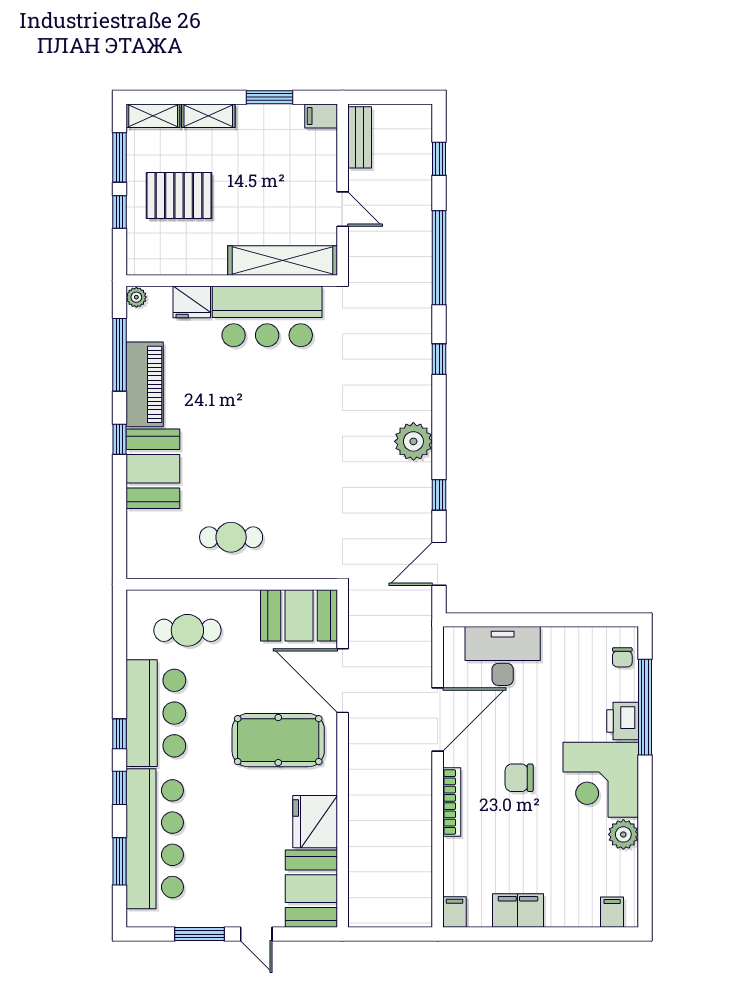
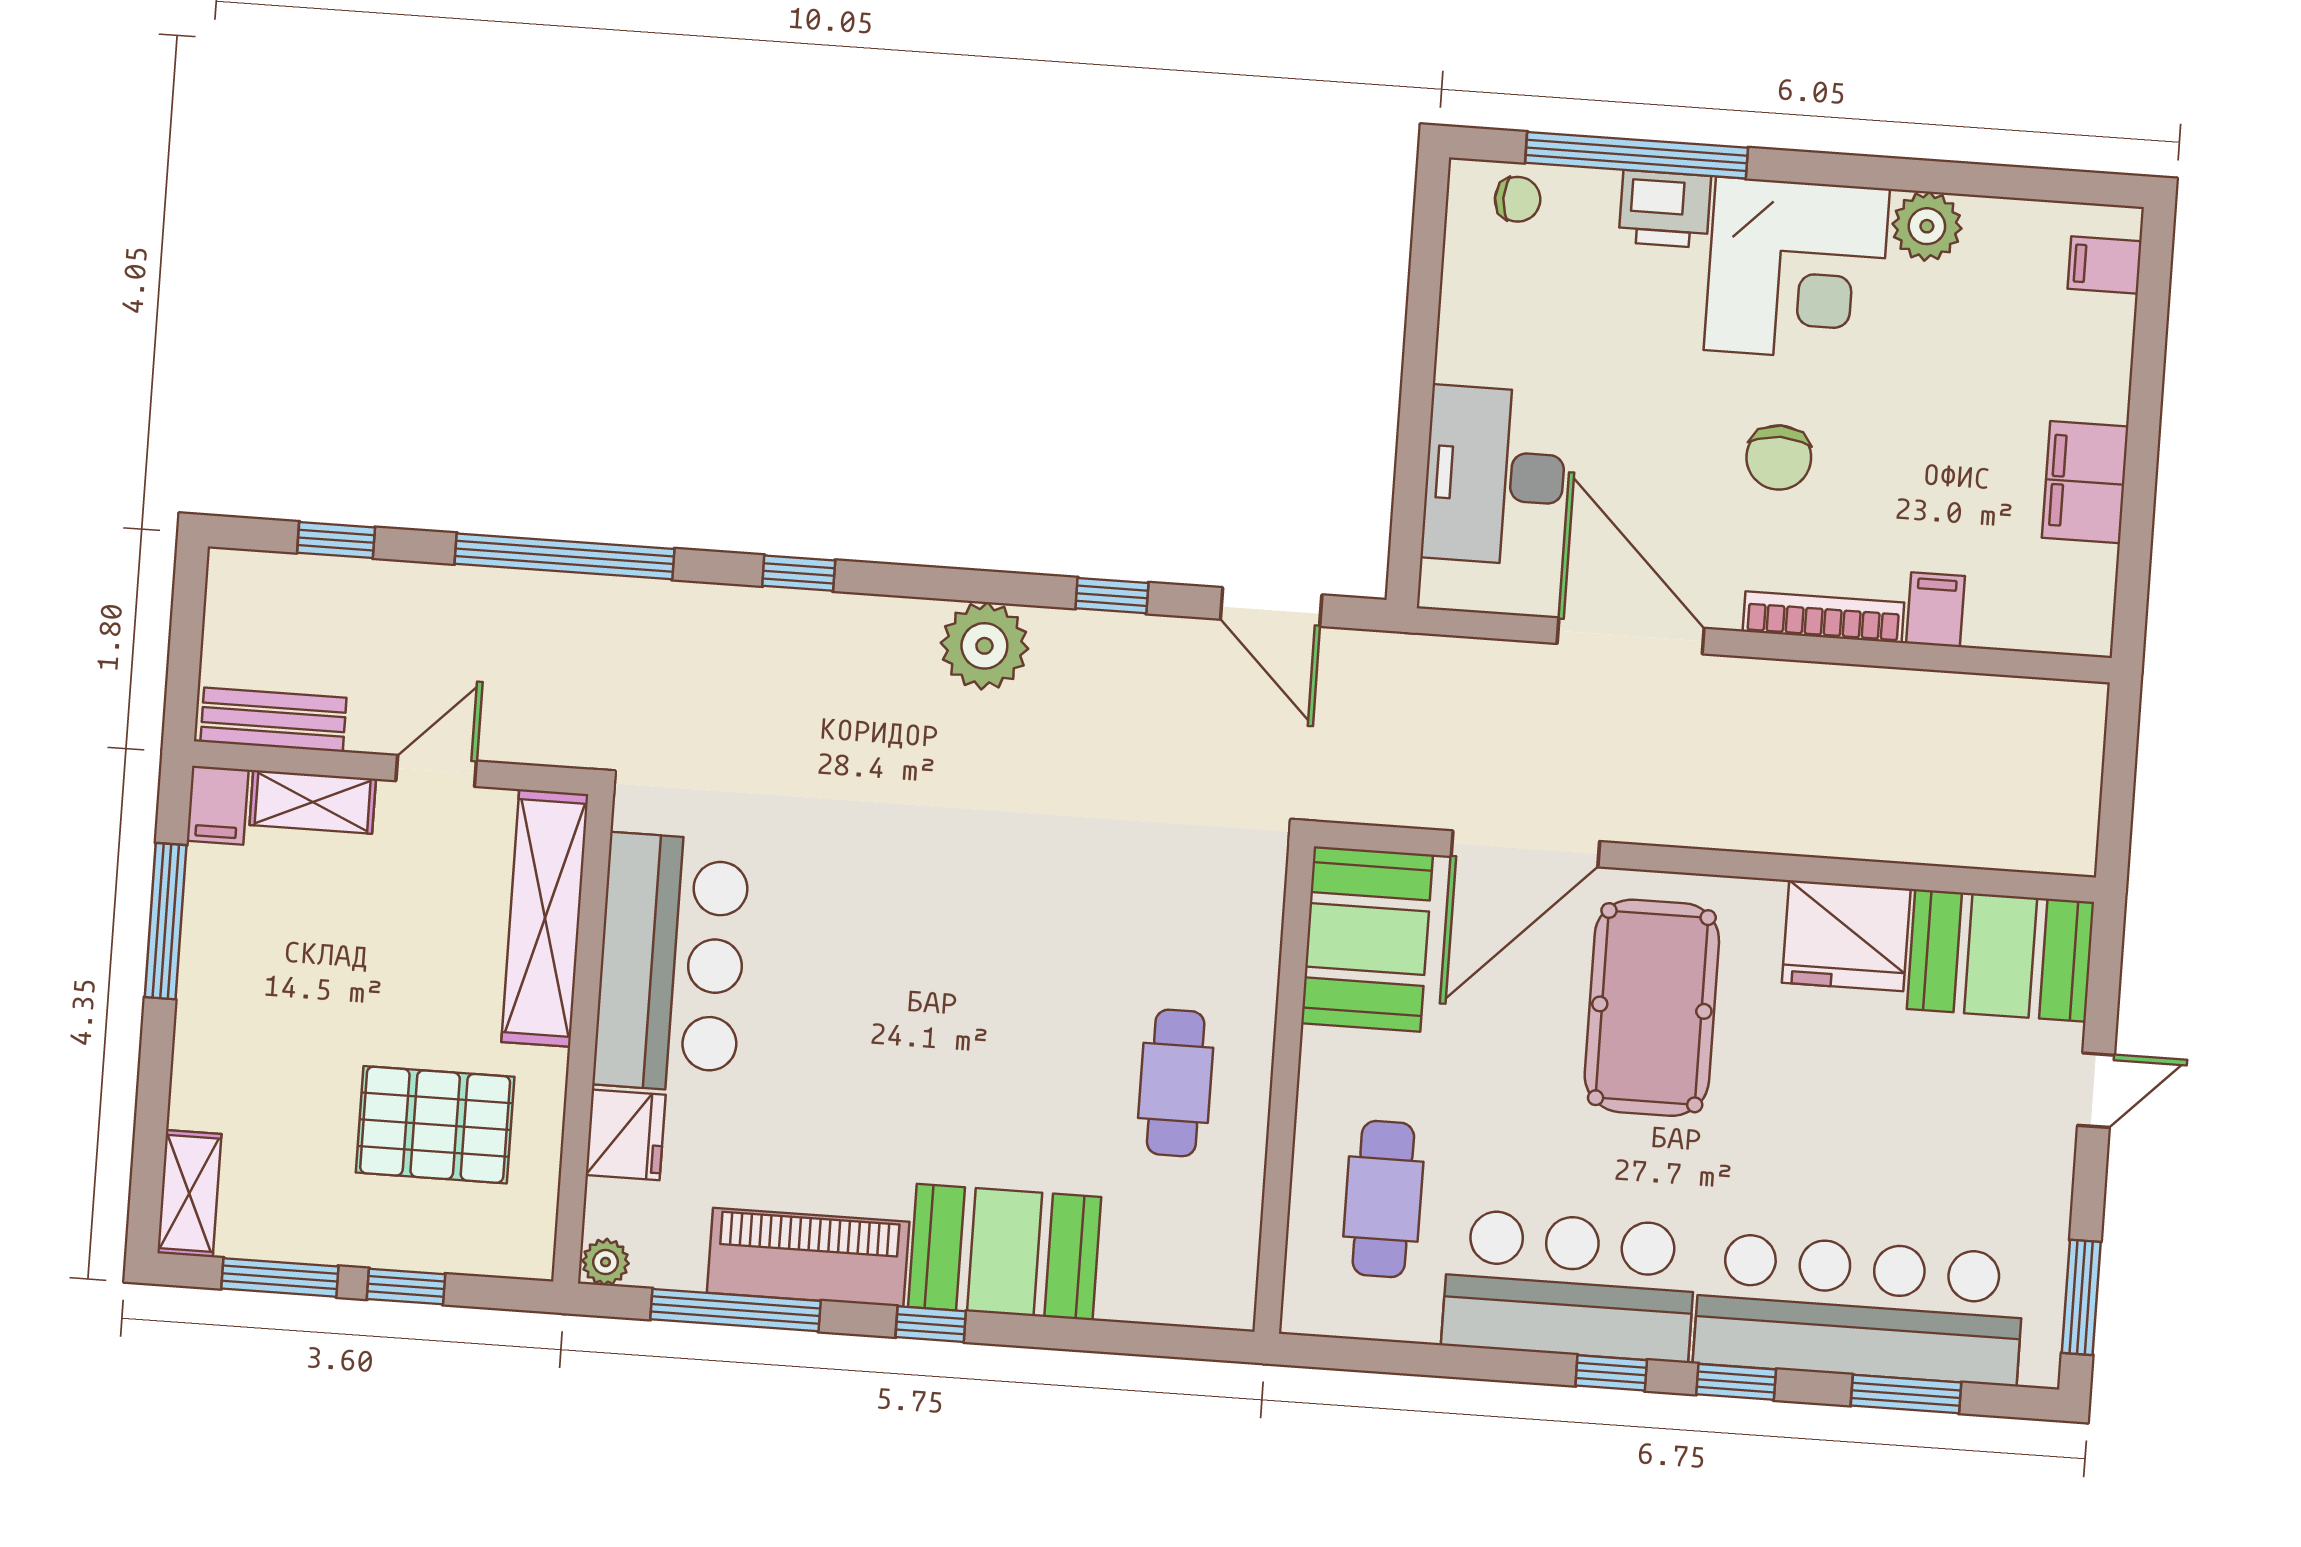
window: (270, 97) -> (166, 921), width x1.44
shelving: (208, 116) -> (313, 802), moved, turned 90
pallet: (179, 196) -> (435, 1125), moved, turned 90
filing cabinet: (455, 912) -> (1935, 610), moved, turned 90
window: (199, 934) -> (2081, 1297), moved

